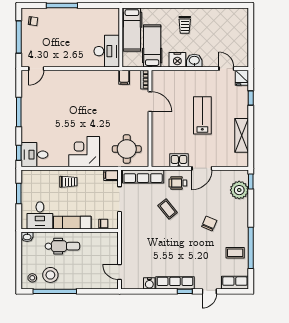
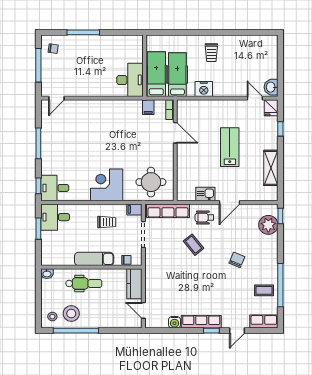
hospital bed: (132, 29) -> (156, 74), moved, turned 180
washbasin: (194, 61) -> (271, 87), moved, turned -90
trolley: (68, 182) -> (107, 222), moved
desk: (40, 215) -> (55, 217), moved, turned 90
kitchen counter: (111, 246) -> (134, 284), added

